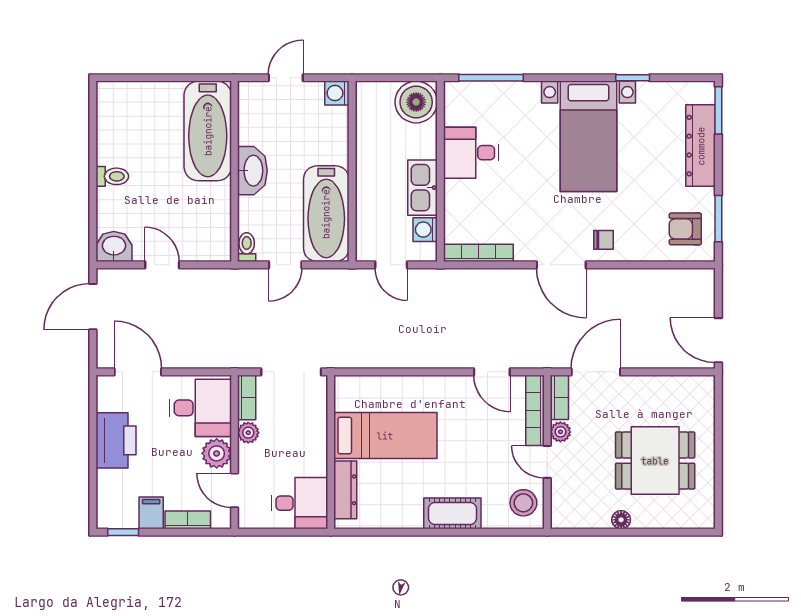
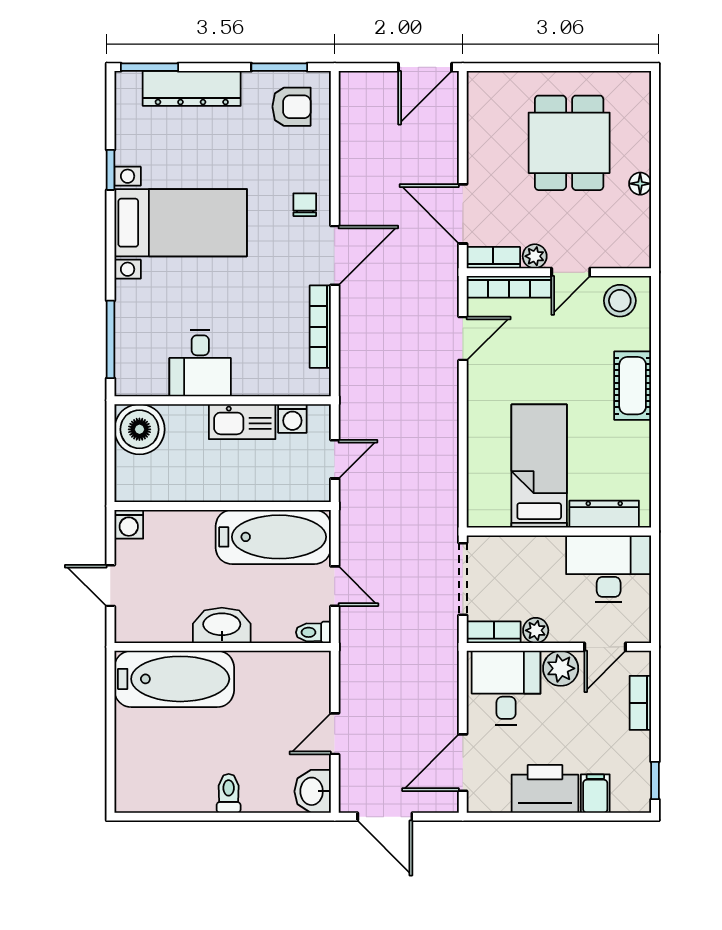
armchair: (685, 229) -> (292, 107), turned -90
bookcase: (479, 253) -> (320, 327), moved
desk: (300, 503) -> (609, 569), width x1.37
filing cabinet: (151, 513) -> (595, 794), moved, turned 90

